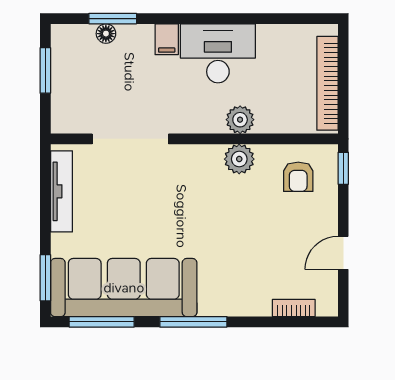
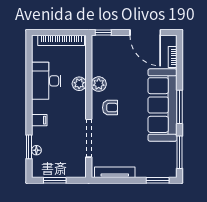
desk: (218, 53) -> (46, 81), moved
armchair: (298, 177) -> (110, 108), moved
door: (343, 253) -> (145, 32), width x1.88
sofa: (124, 288) -> (162, 105), moved

